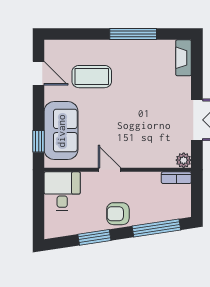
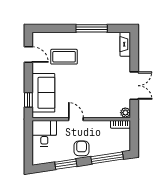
armchair: (118, 214) -> (82, 148), turned 90

